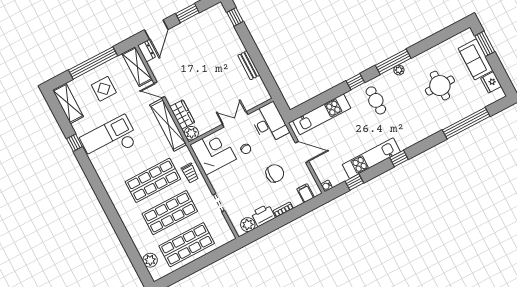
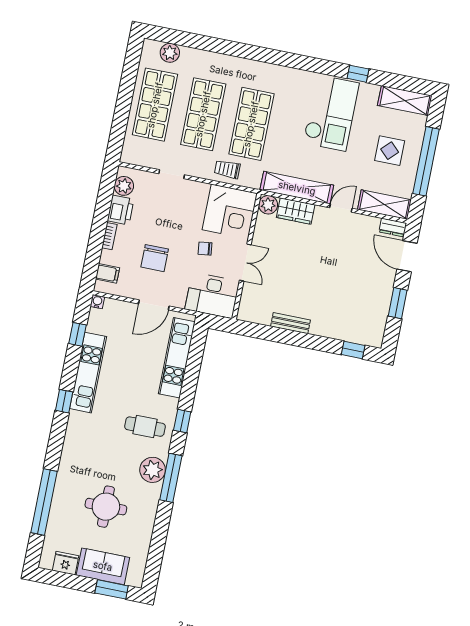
plant: (399, 70) -> (153, 470), width x1.88, depth x1.88

